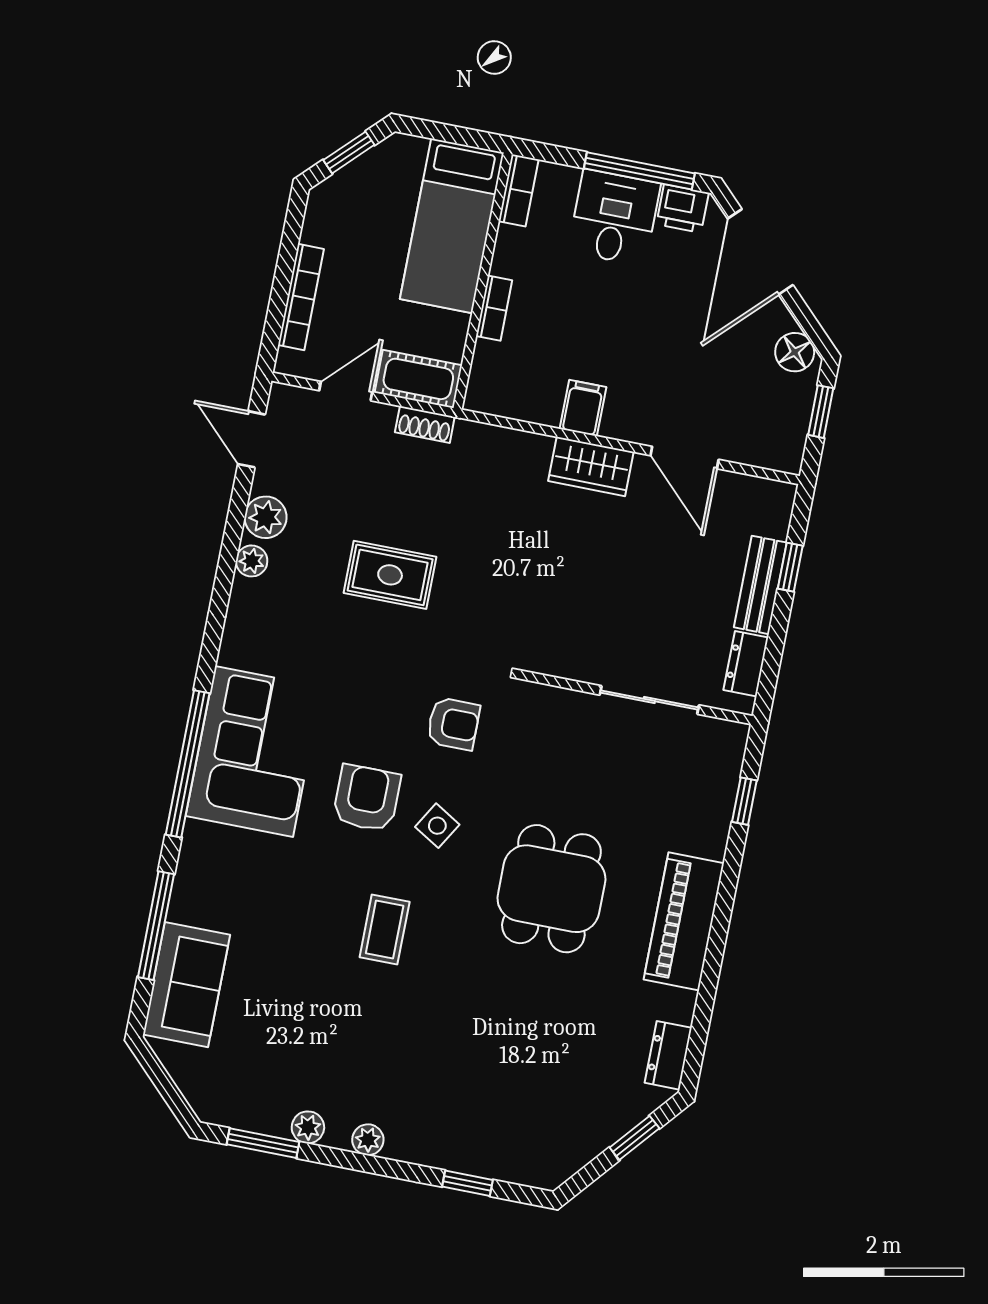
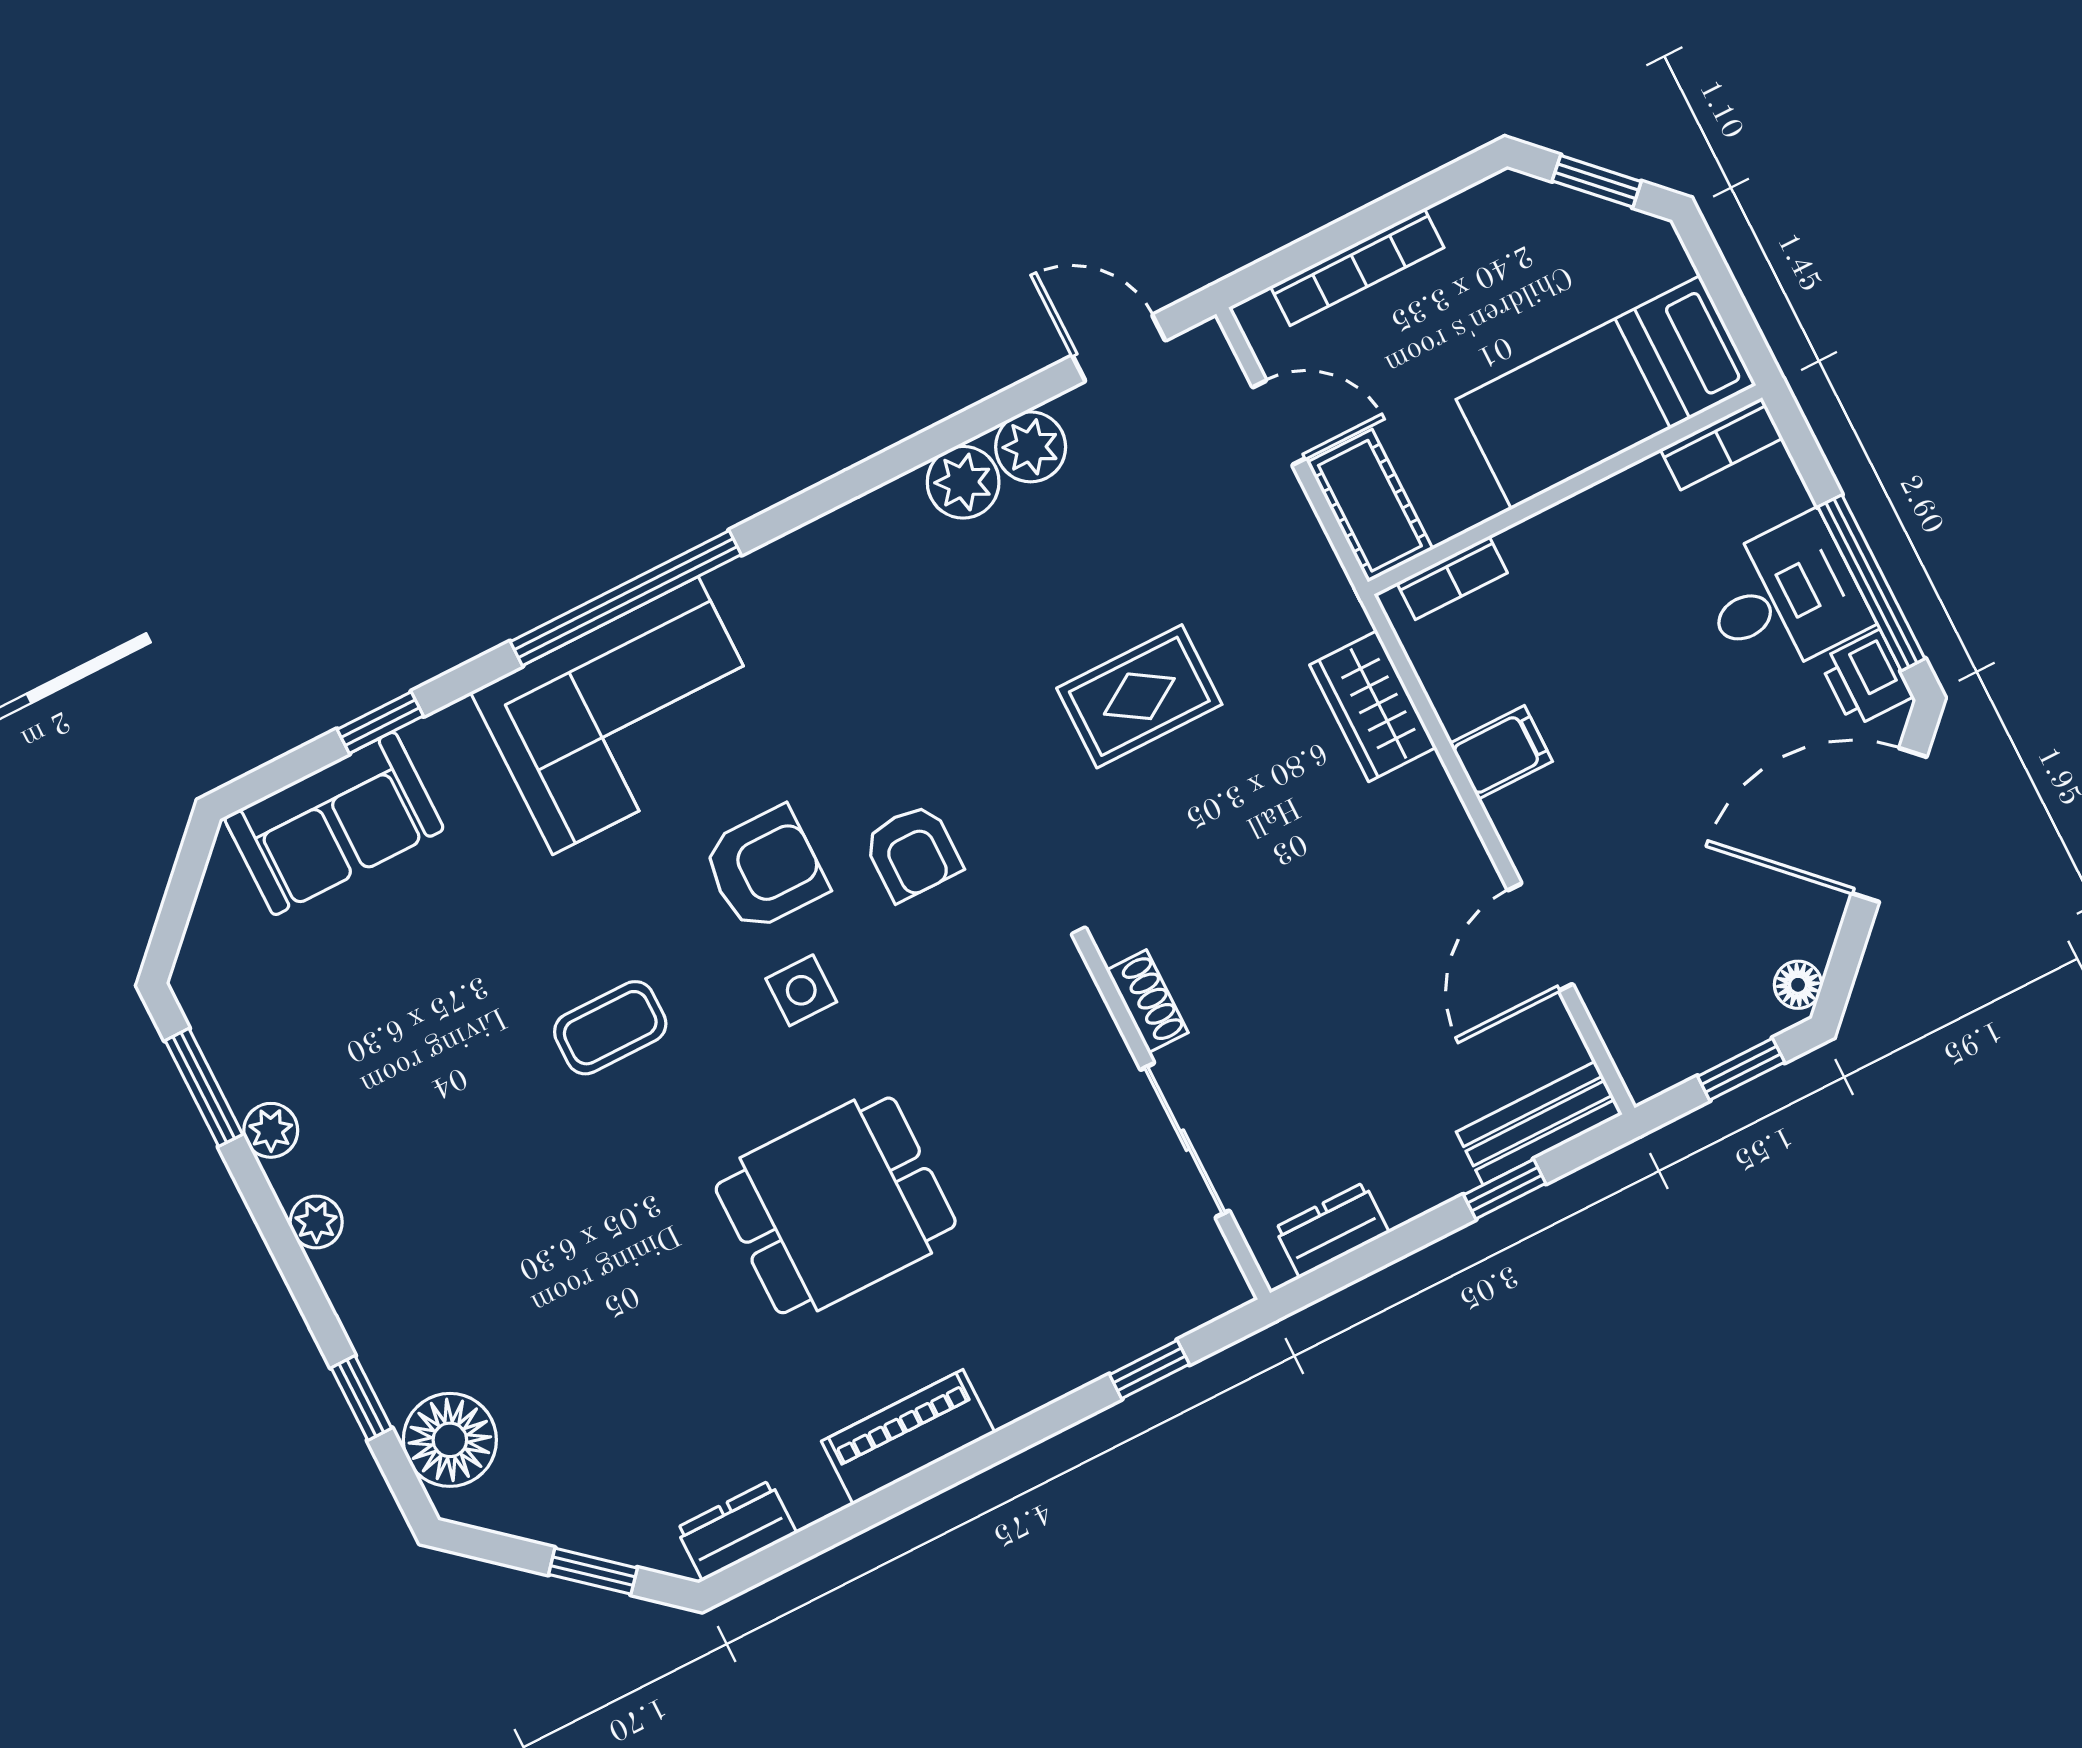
bookcase: (494, 308) -> (1452, 578), moved
floor lamp: (795, 352) -> (1798, 985), width x0.73, depth x0.73
shoe rack: (425, 425) -> (1147, 1001), moved, turned 180
door: (251, 439) -> (1119, 348), hinge flipped
wardrobe: (591, 466) -> (1373, 706), moved
plant: (252, 561) -> (963, 482), width x1.38, depth x1.38
rug: (390, 575) -> (1139, 696), moved, turned 90
bench: (760, 585) -> (1539, 1123), moved
armchair: (453, 724) -> (913, 852), moved
corner sofa: (254, 751) -> (625, 716), moved
side table: (437, 826) -> (801, 990), turned -31
piano: (684, 921) -> (908, 1437), width x0.73, depth x0.75
window: (156, 926) -> (380, 723), width x0.46
floor lamp: (520, 1157) -> (450, 1440), added

